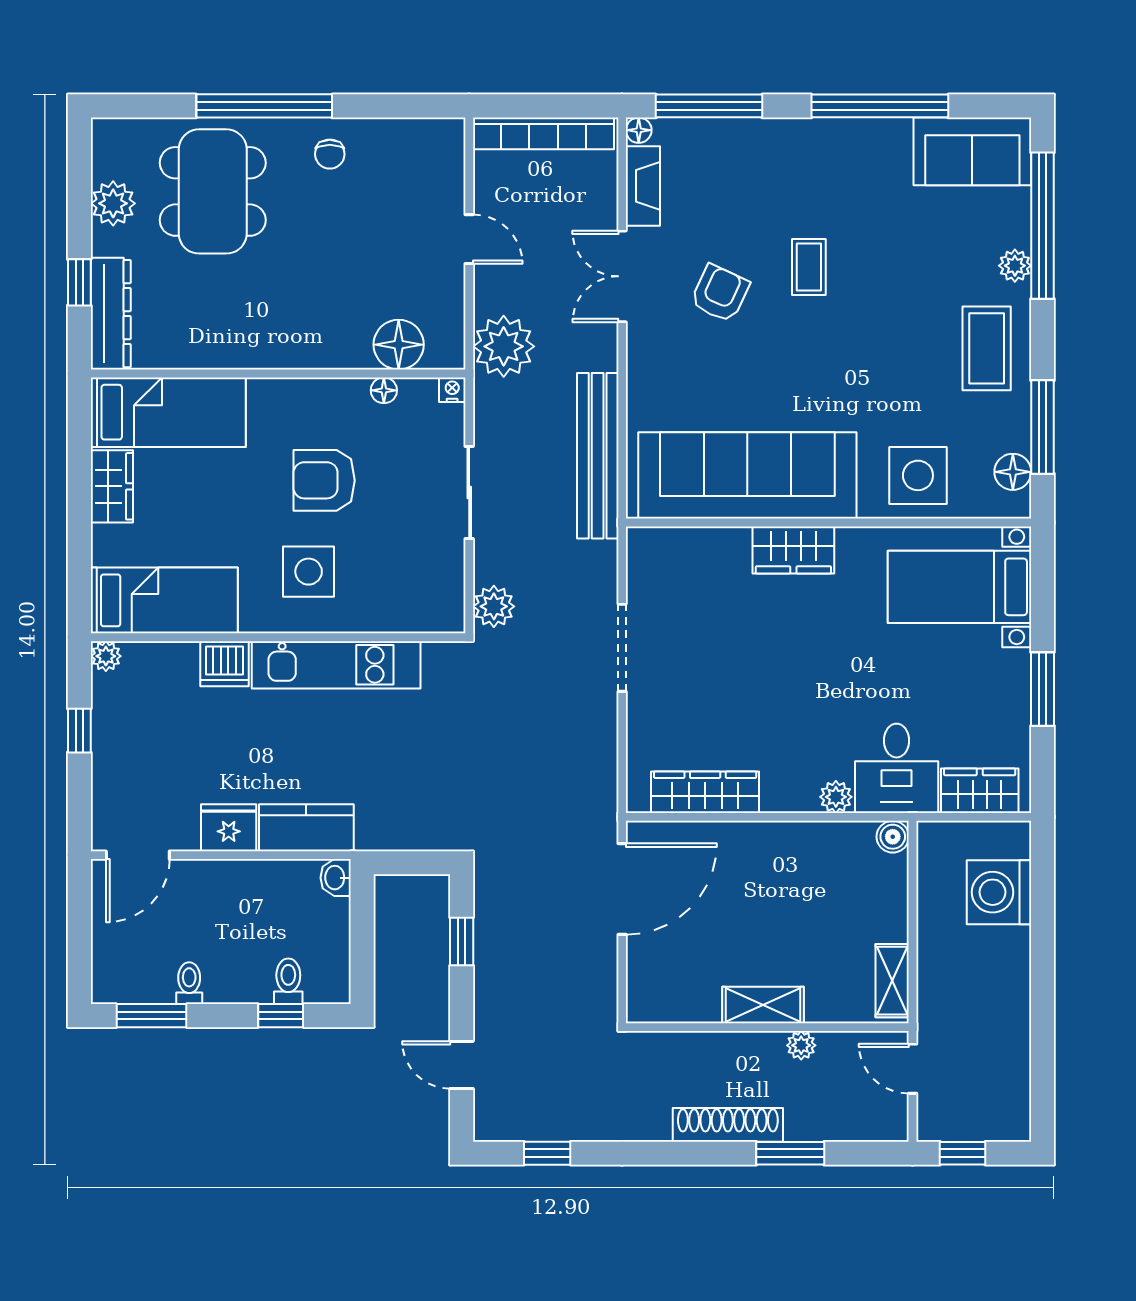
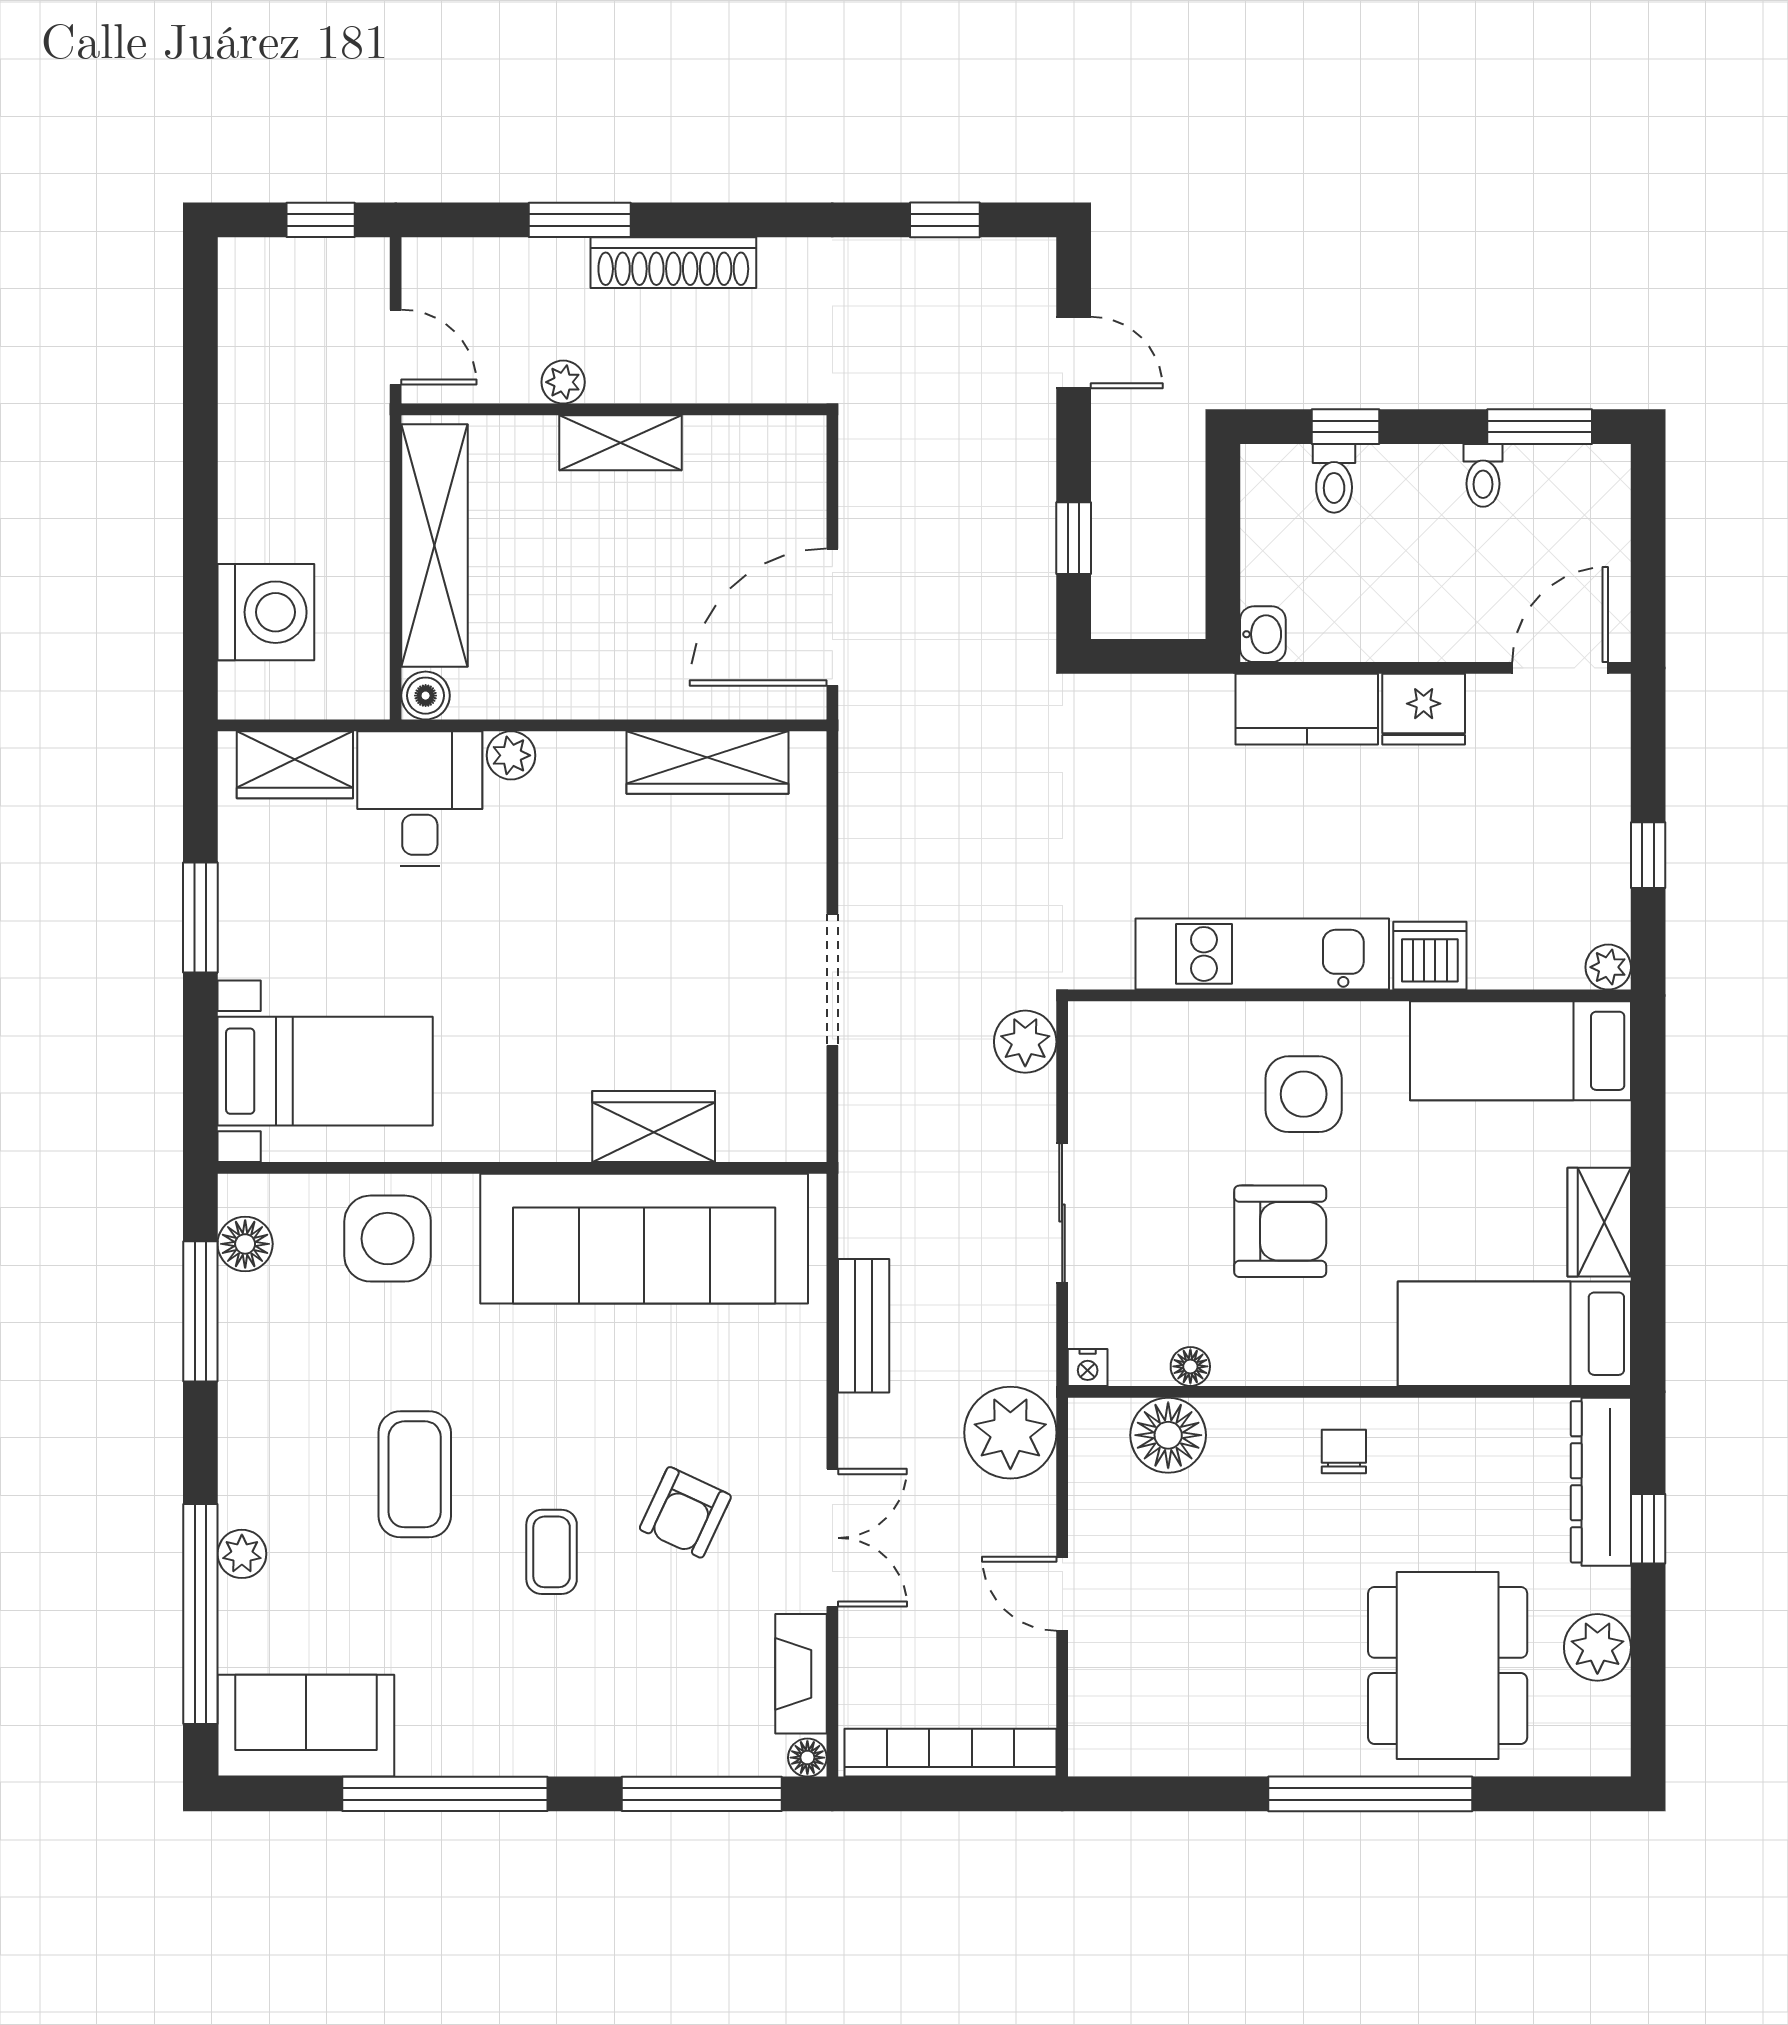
chair: (330, 154) -> (1344, 1452), moved
coffee table: (987, 348) -> (415, 1474), moved
bench: (598, 456) -> (864, 1326), width x0.54, depth x0.82
wardrobe: (793, 550) -> (654, 1126), moved
shelving: (892, 981) -> (435, 546), width x2.20, depth x1.33

